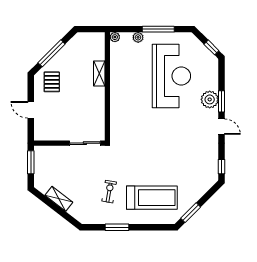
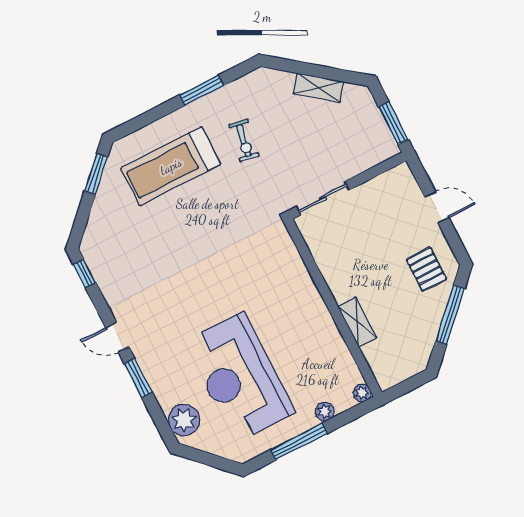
window: (211, 47) -> (199, 456), removed
plant: (210, 99) -> (184, 420), moved

